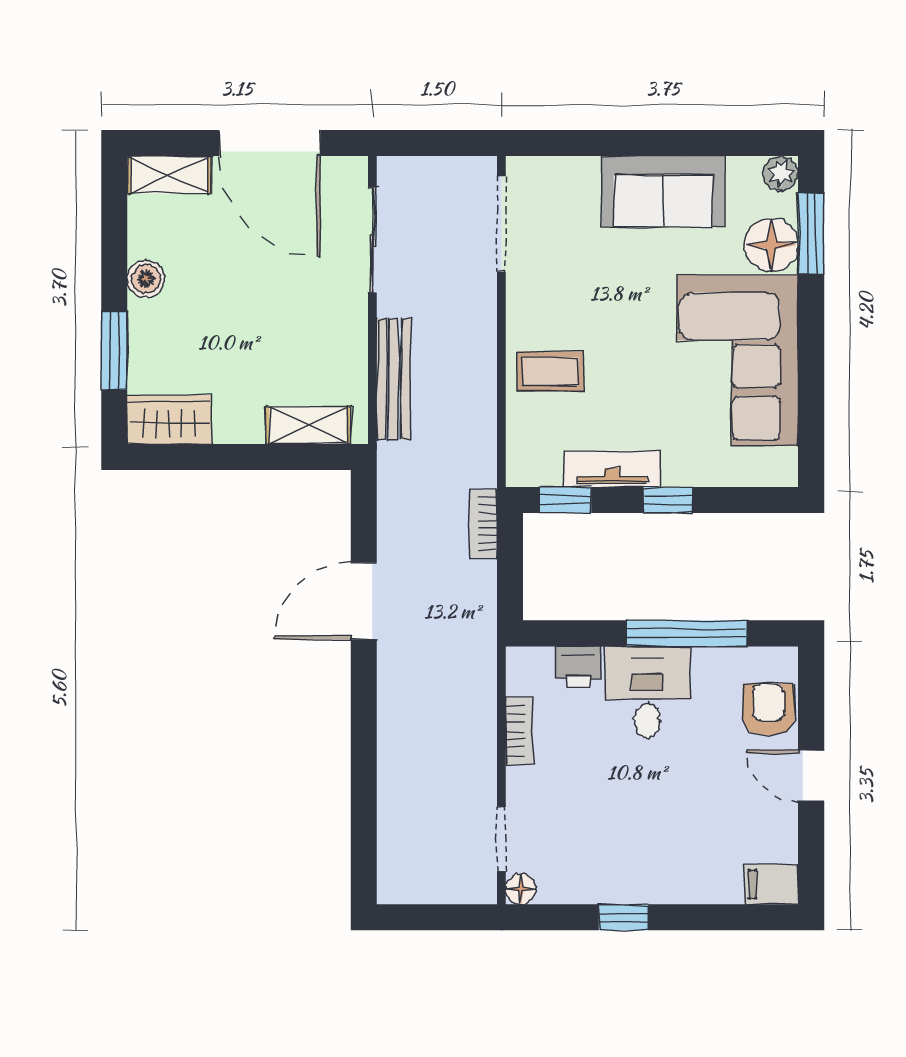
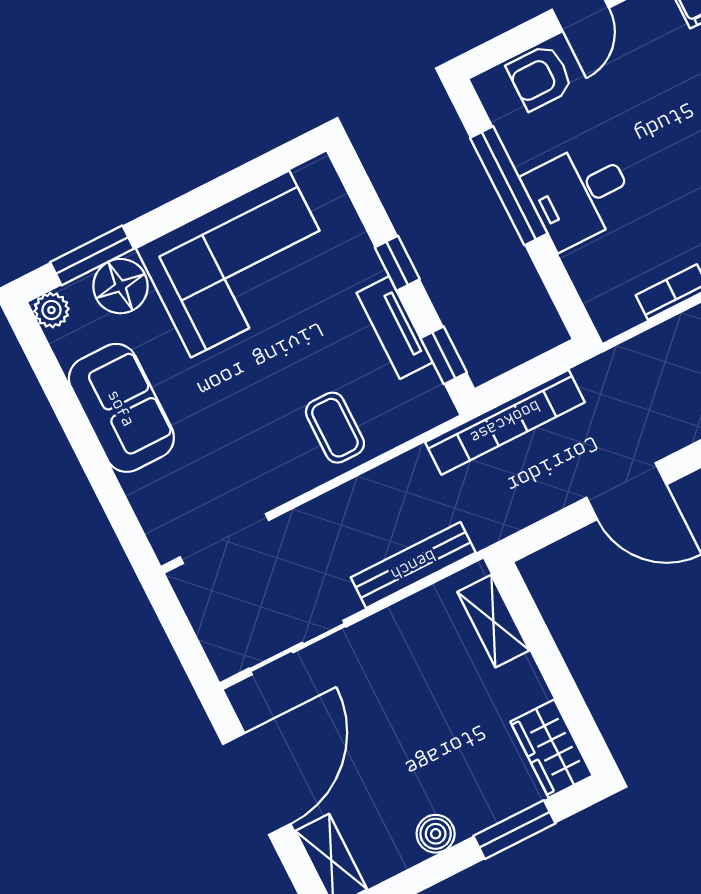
bookcase: (483, 524) -> (505, 422), width x2.31, depth x1.31
printer: (579, 667) -> (588, 268), removed

